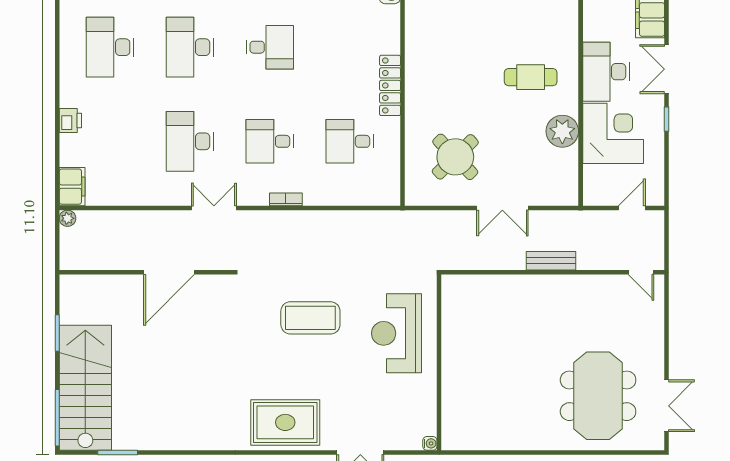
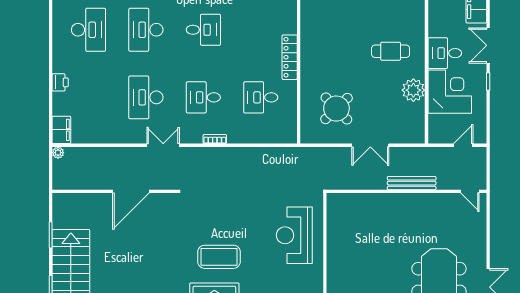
desk: (110, 47) -> (88, 30), turned 180
desk: (606, 72) -> (445, 53), width x0.73
bench: (551, 261) -> (412, 183), width x1.36
coffee table: (310, 318) -> (219, 257), moved

